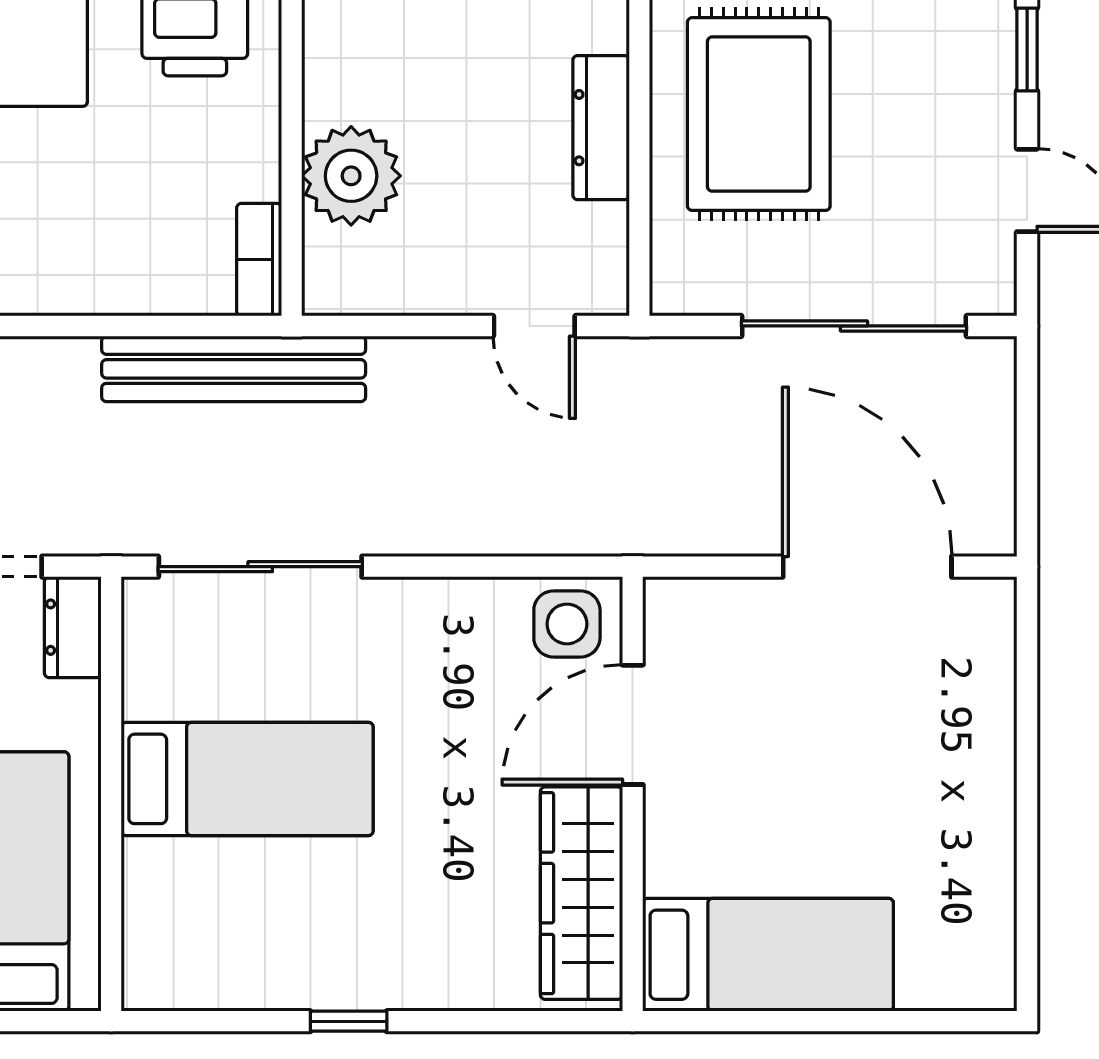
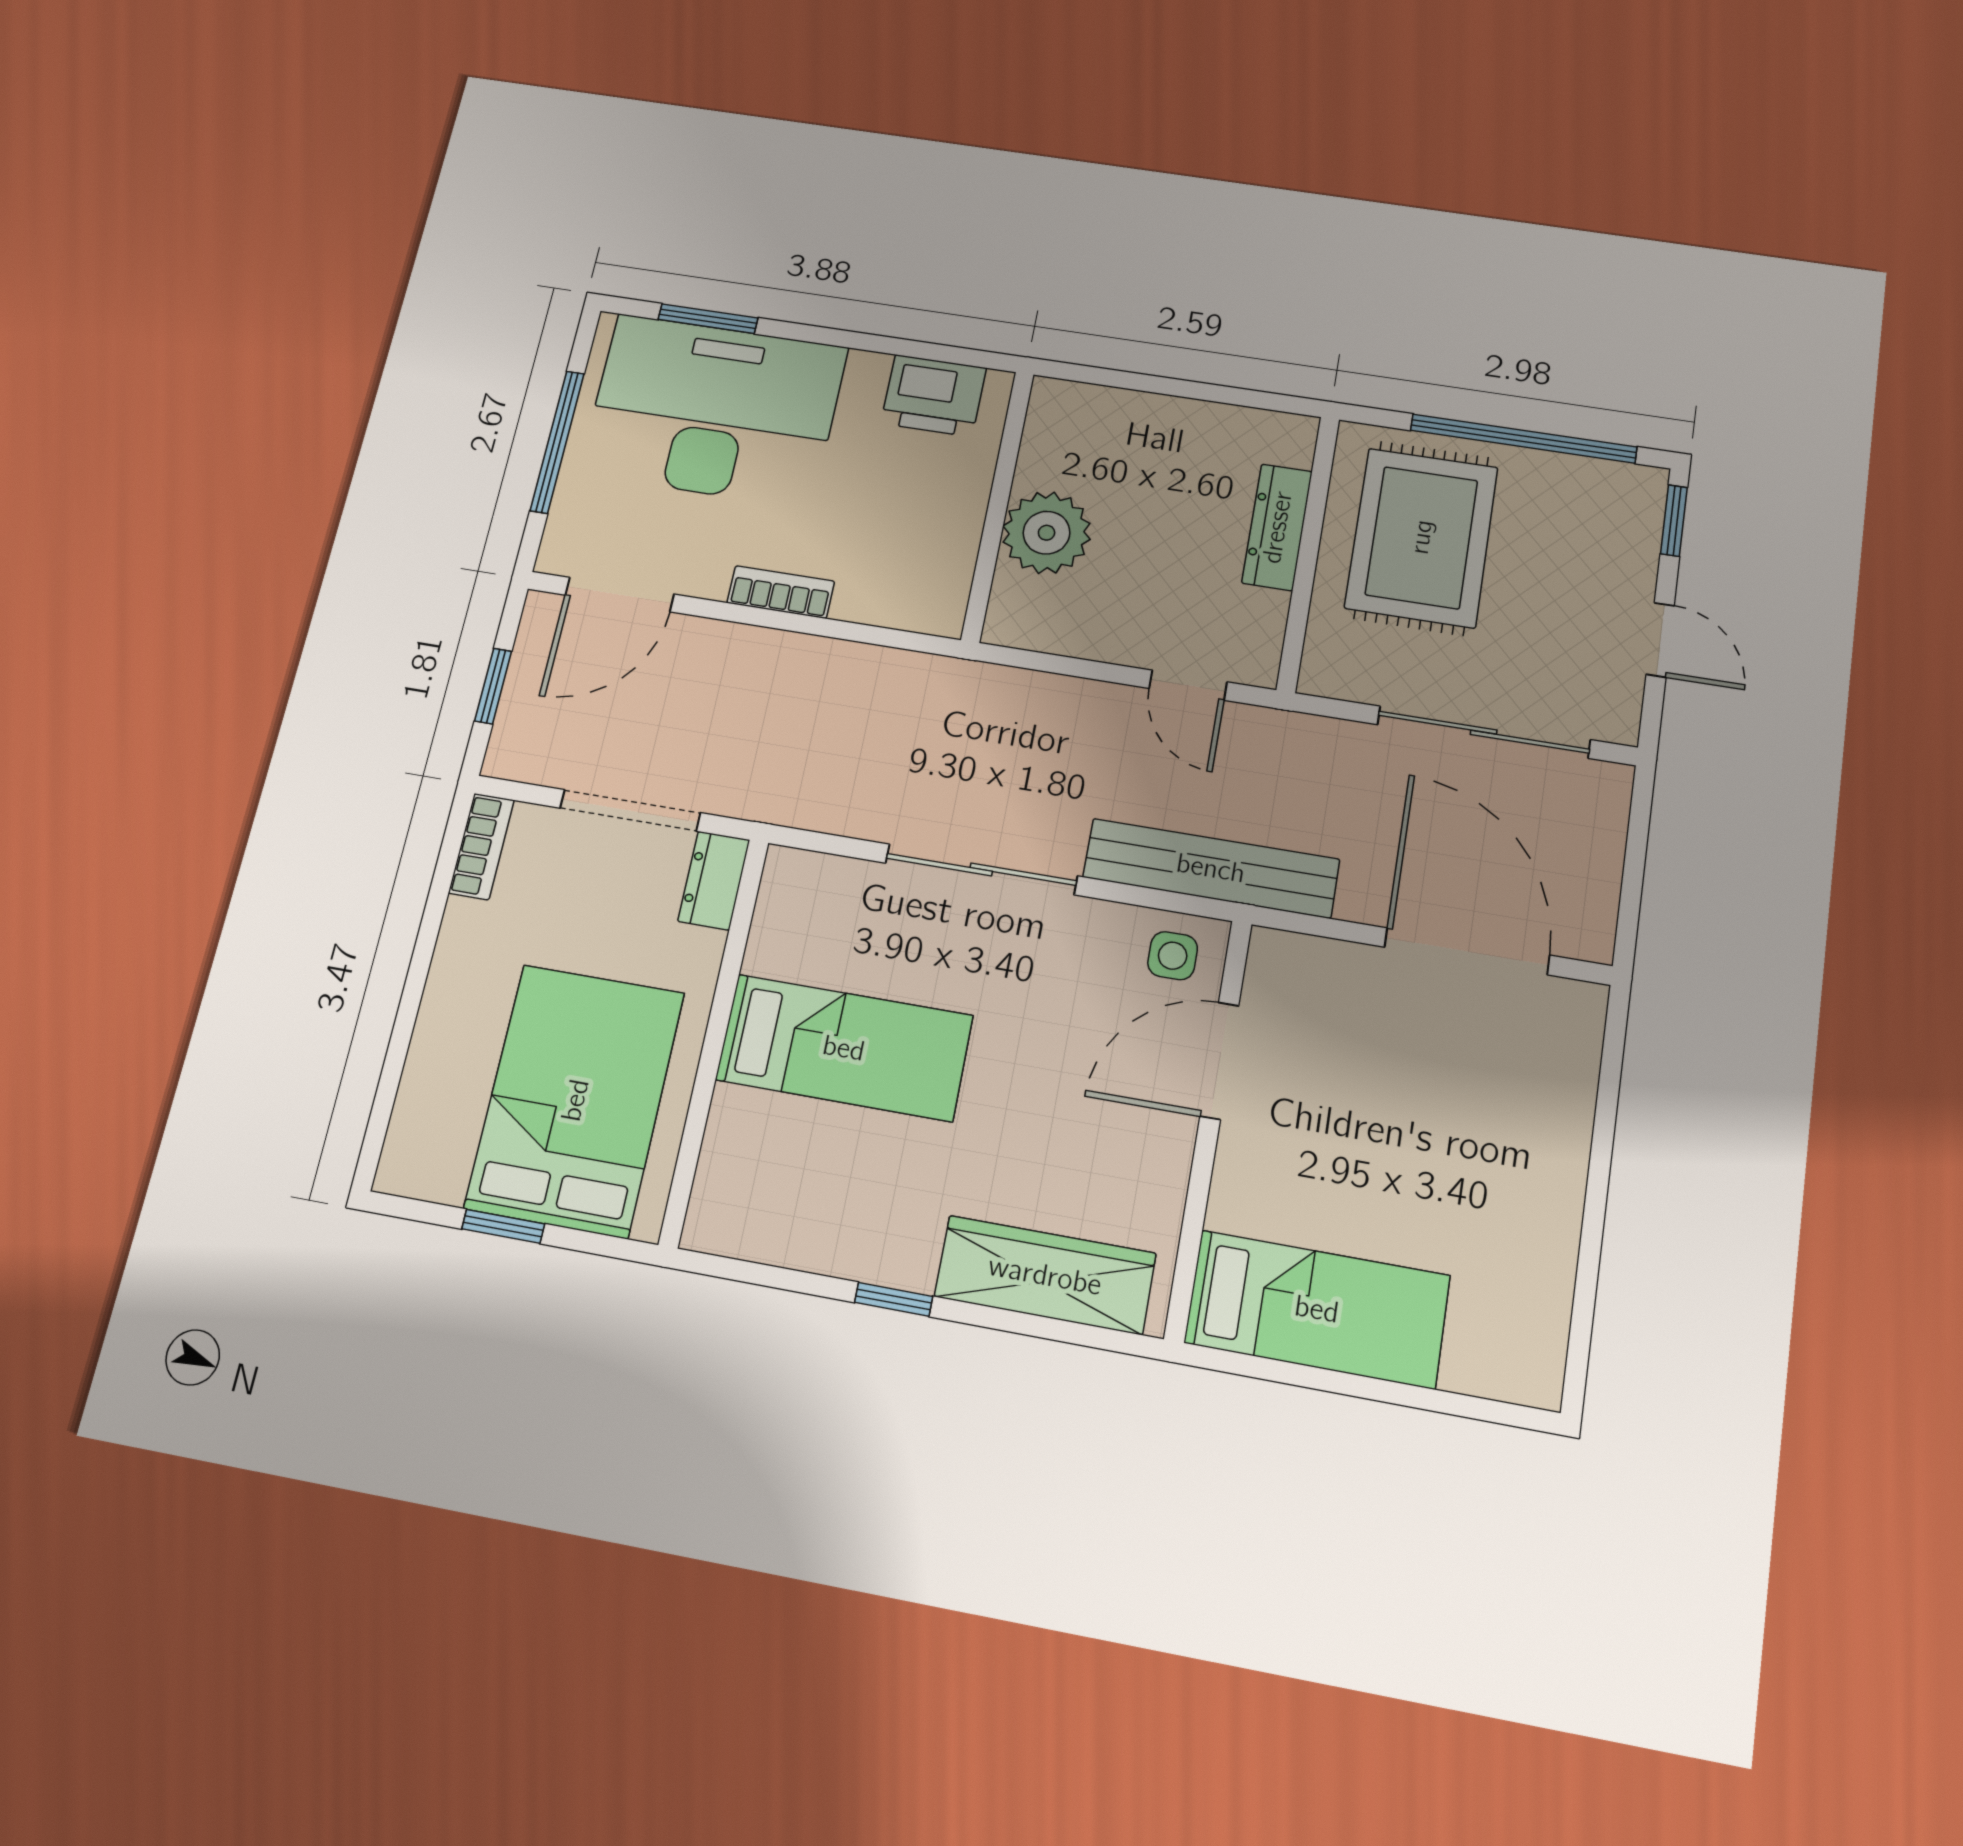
bookcase: (259, 260) -> (781, 592), moved, turned 90
bench: (234, 369) -> (1211, 868), moved
sliding door: (260, 567) -> (981, 869), moved
side table: (567, 624) -> (1173, 956), width x0.73, depth x0.73
wardrobe: (582, 893) -> (1045, 1275), moved, turned 90

